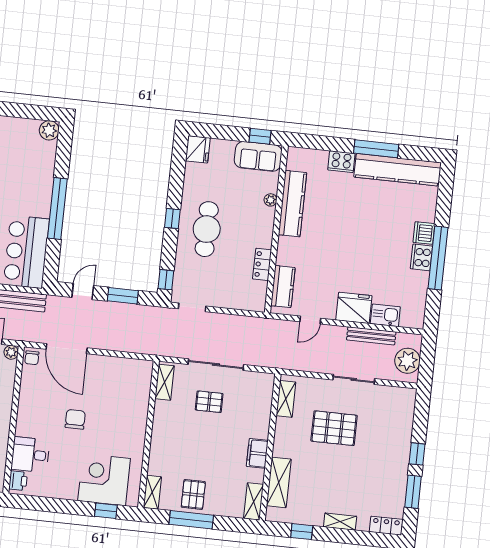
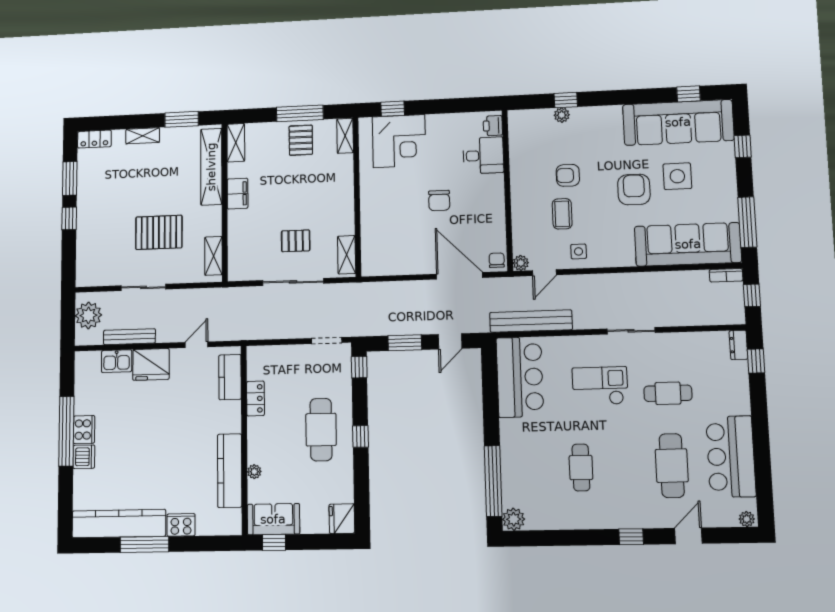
window: (57, 209) -> (493, 481), moved
shelving: (279, 482) -> (211, 167), width x1.47
window: (302, 532) -> (182, 119), width x1.50

